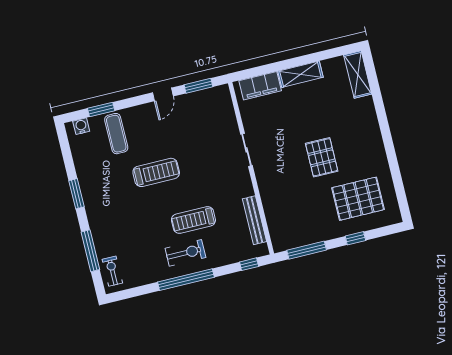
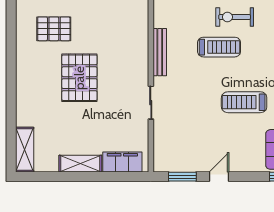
pallet: (322, 157) -> (79, 78), width x1.37, depth x1.41
pallet: (358, 199) -> (54, 29), width x0.73, depth x0.71
bench: (254, 220) -> (160, 52), moved

